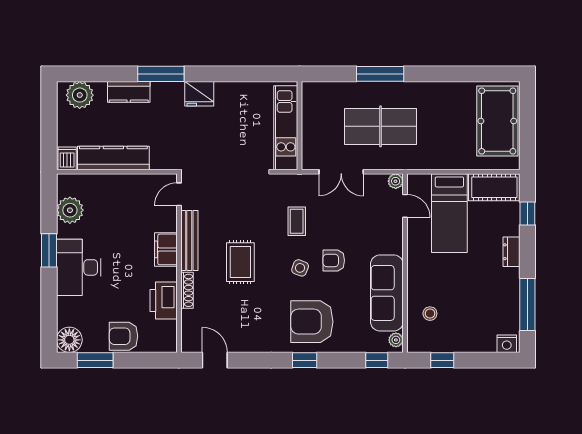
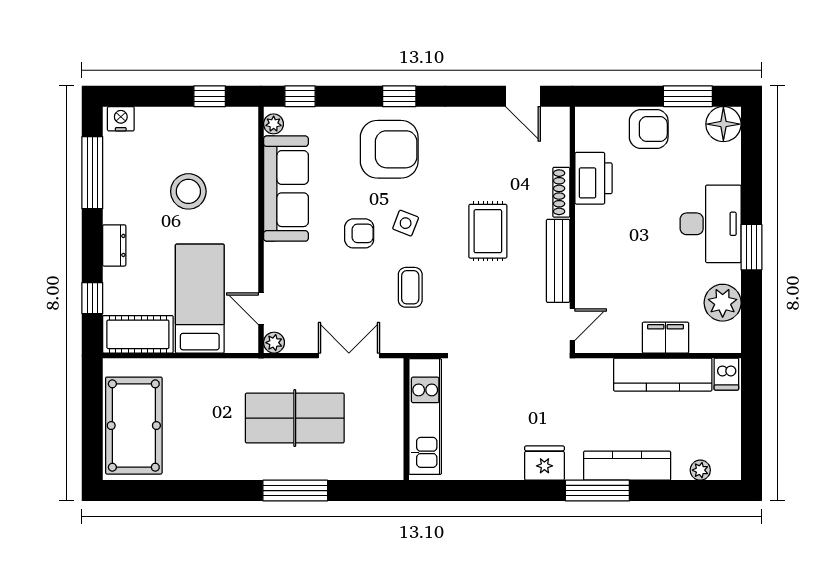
kitchen counter: (129, 92) -> (627, 466), width x1.50
plant: (80, 95) -> (700, 470), width x0.53, depth x0.53
filing cabinet: (166, 249) -> (666, 338), moved, turned -90
stool: (430, 314) -> (188, 191), moved, width x1.89, depth x1.89

